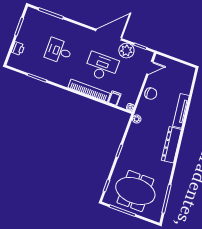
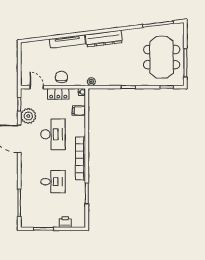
desk: (59, 51) -> (53, 182), turned -90
desk: (102, 67) -> (53, 134), turned 180
locker: (137, 85) -> (58, 94), added
bookcase: (89, 90) -> (81, 158), moved

